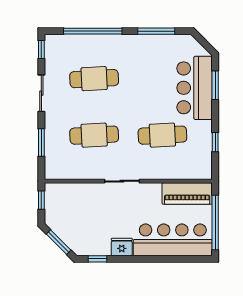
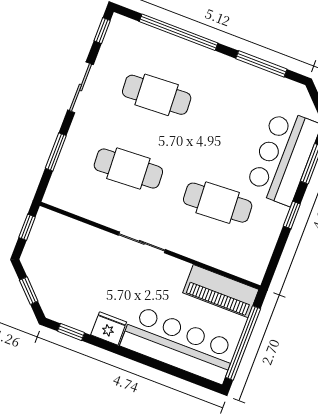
window: (215, 142) -> (292, 215), moved
window: (59, 242) -> (29, 291), width x0.67

